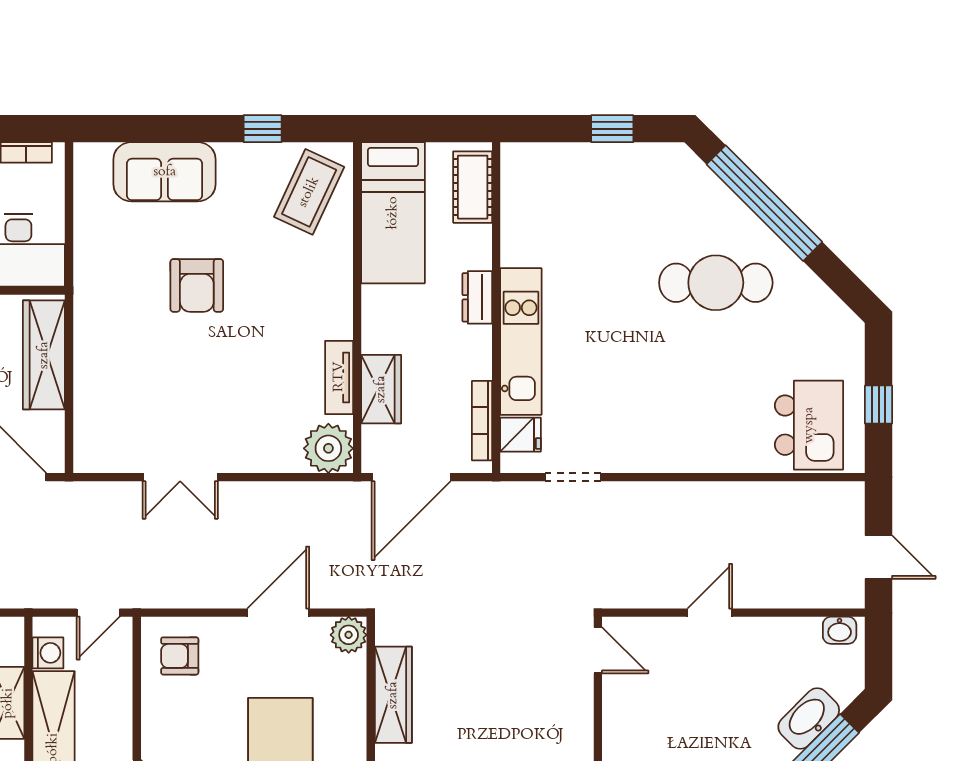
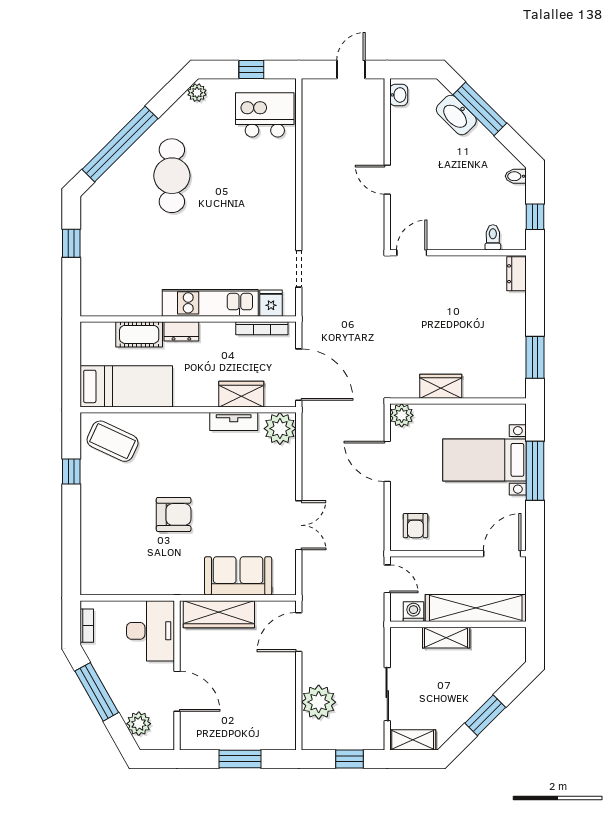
sofa: (165, 172) -> (238, 576), moved, turned -90
cot: (473, 187) -> (139, 334), moved
plant: (843, 321) -> (197, 93), added
wardrobe: (393, 695) -> (441, 386), width x0.67

